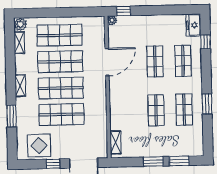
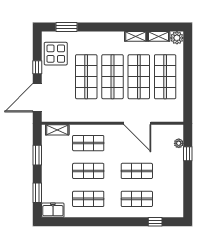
window: (124, 11) -> (188, 154), moved
plant: (112, 20) -> (179, 143), moved
freezer: (193, 25) -> (53, 210), moved
shelving: (20, 86) -> (136, 36), moved
window: (207, 104) -> (93, 222), removed
shop shelf: (128, 111) -> (88, 143), added
window: (11, 116) -> (66, 27), moved
window: (153, 162) -> (37, 155), moved

